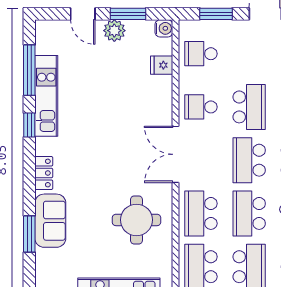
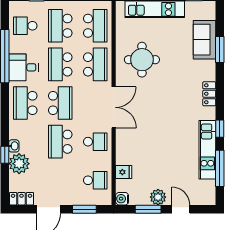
school desk: (249, 213) -> (60, 64), turned 180
sofa: (50, 221) -> (204, 40), moved

